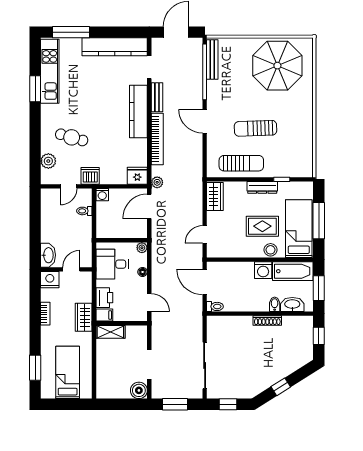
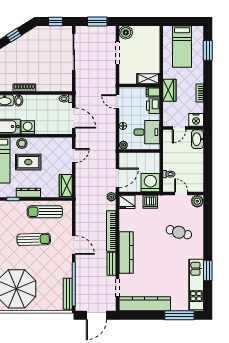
plant: (48, 161) -> (197, 201), moved
dishwasher: (90, 176) -> (150, 202), moved
door: (69, 186) -> (181, 194), hinge flipped
washing machine: (102, 195) -> (150, 183), width x1.89, depth x1.89

